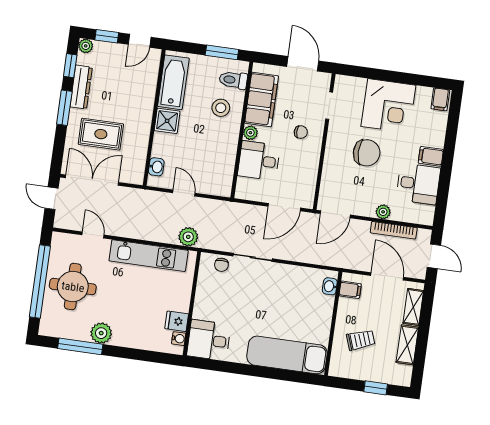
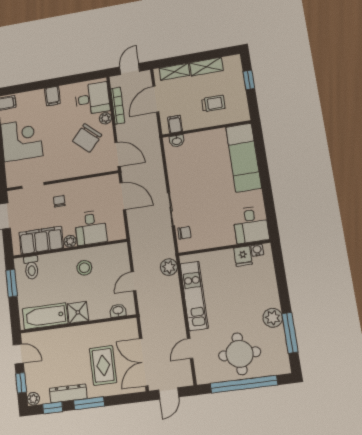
stool: (221, 108) -> (84, 268), moved
chair: (367, 153) -> (87, 138), moved, turned -138
desk: (418, 184) -> (92, 99), moved, turned 90
trolley: (361, 340) -> (213, 104), turned 110

